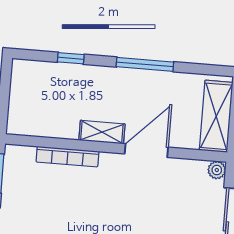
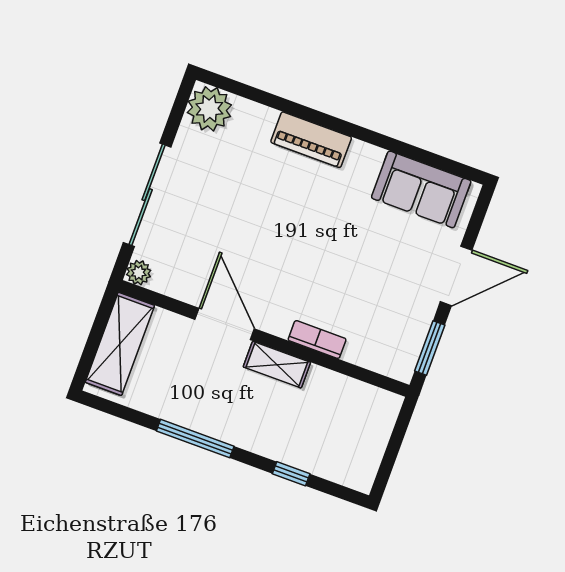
door: (146, 151) -> (225, 324), swing flipped
bookcase: (67, 157) -> (317, 339), width x0.64

